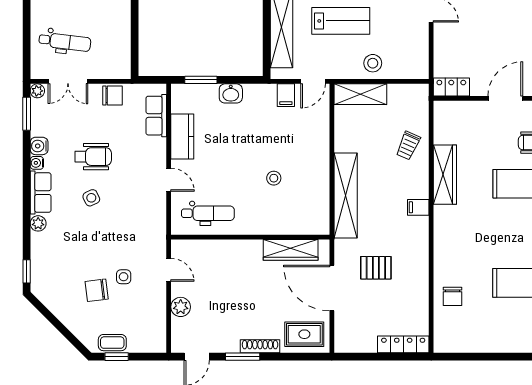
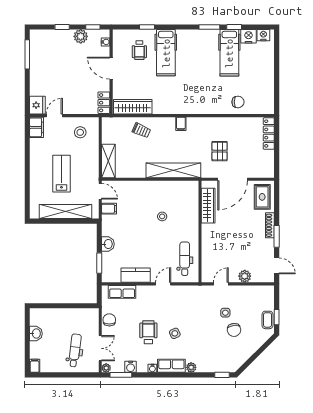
stool: (373, 63) -> (80, 132), moved
water cooler: (39, 146) -> (131, 367), moved
wardrobe: (445, 175) -> (133, 107), moved

